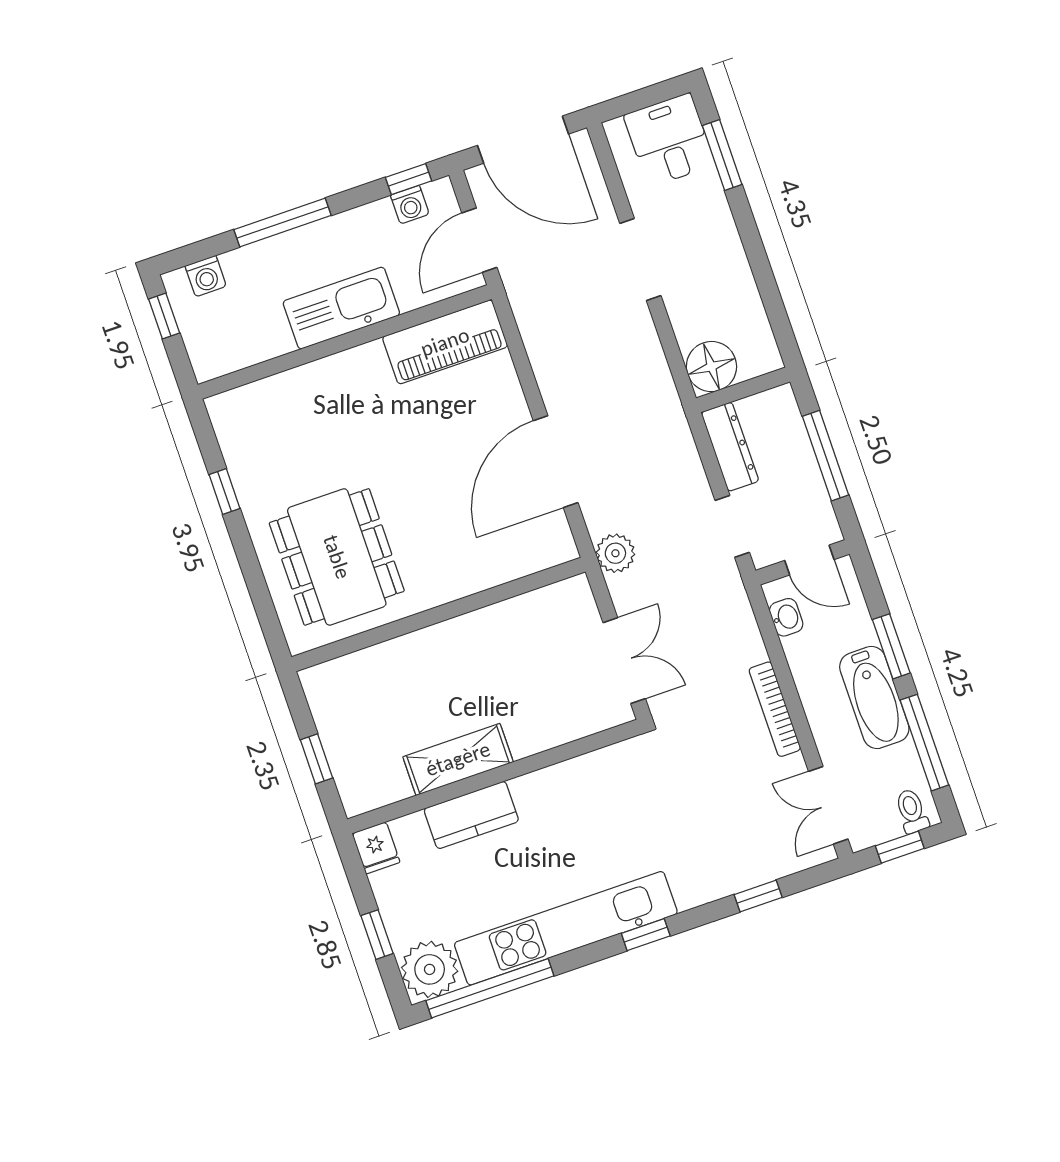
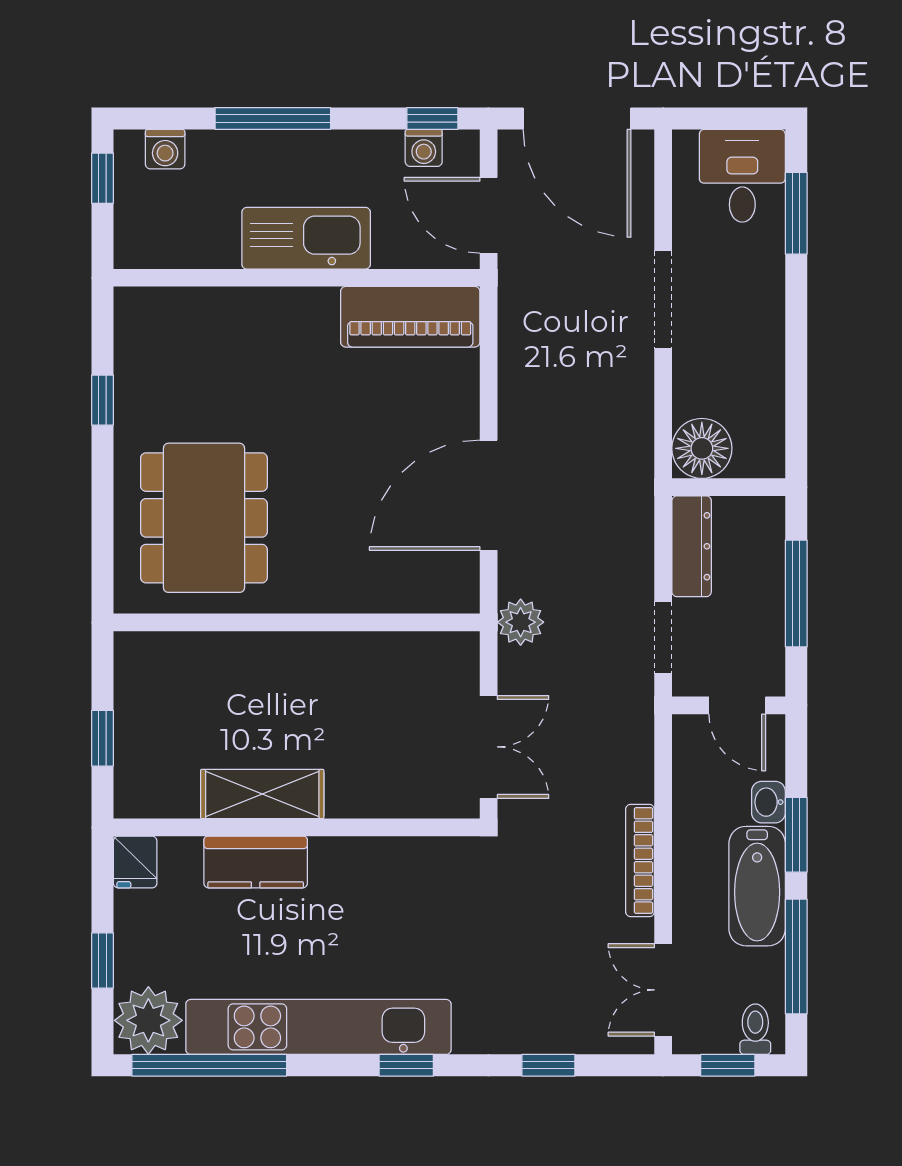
door: (479, 240) -> (489, 215), hinge flipped
washbasin: (786, 617) -> (768, 802), moved, turned 180

